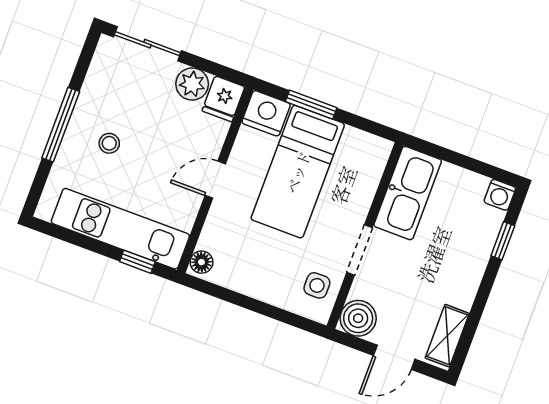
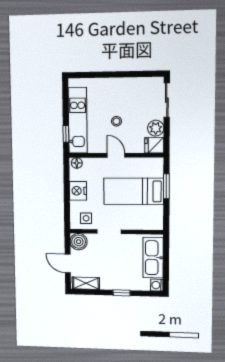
nightstand: (266, 113) -> (78, 191), moved, turned 180
window: (61, 125) -> (114, 74), removed
stool: (109, 143) -> (116, 121), moved
kitchen sink: (408, 193) -> (153, 258), moved, turned 90
window: (503, 241) -> (122, 293), moved

